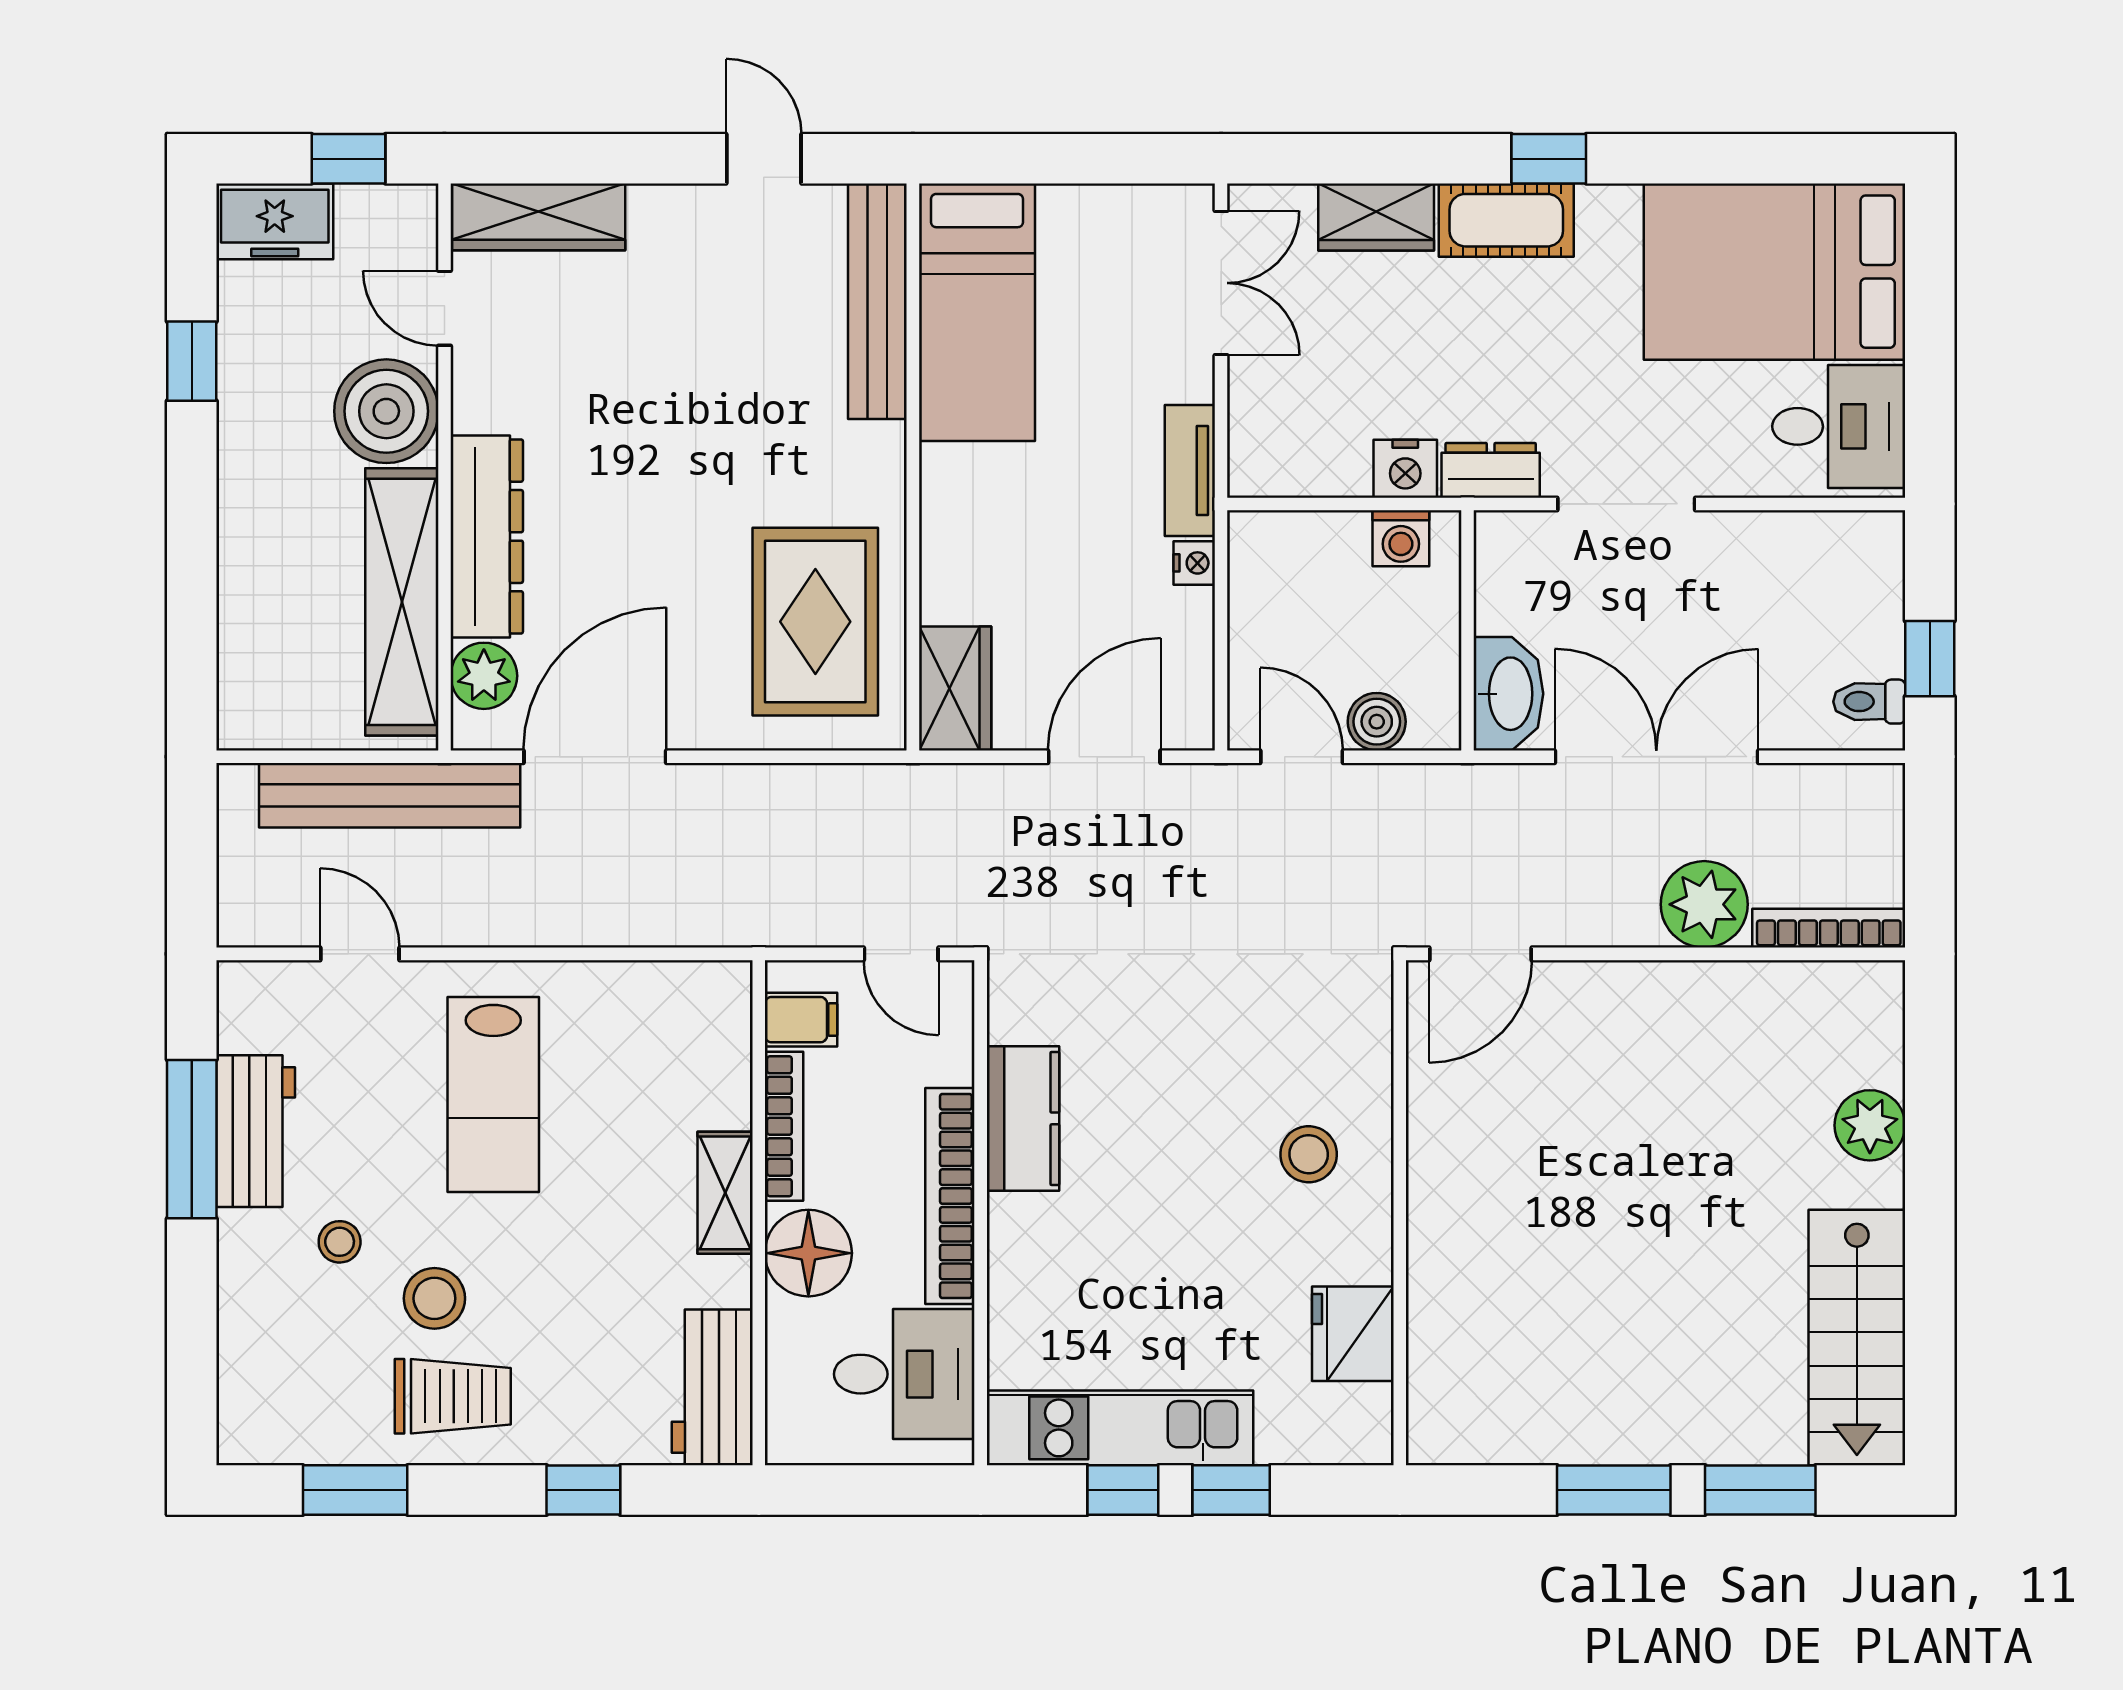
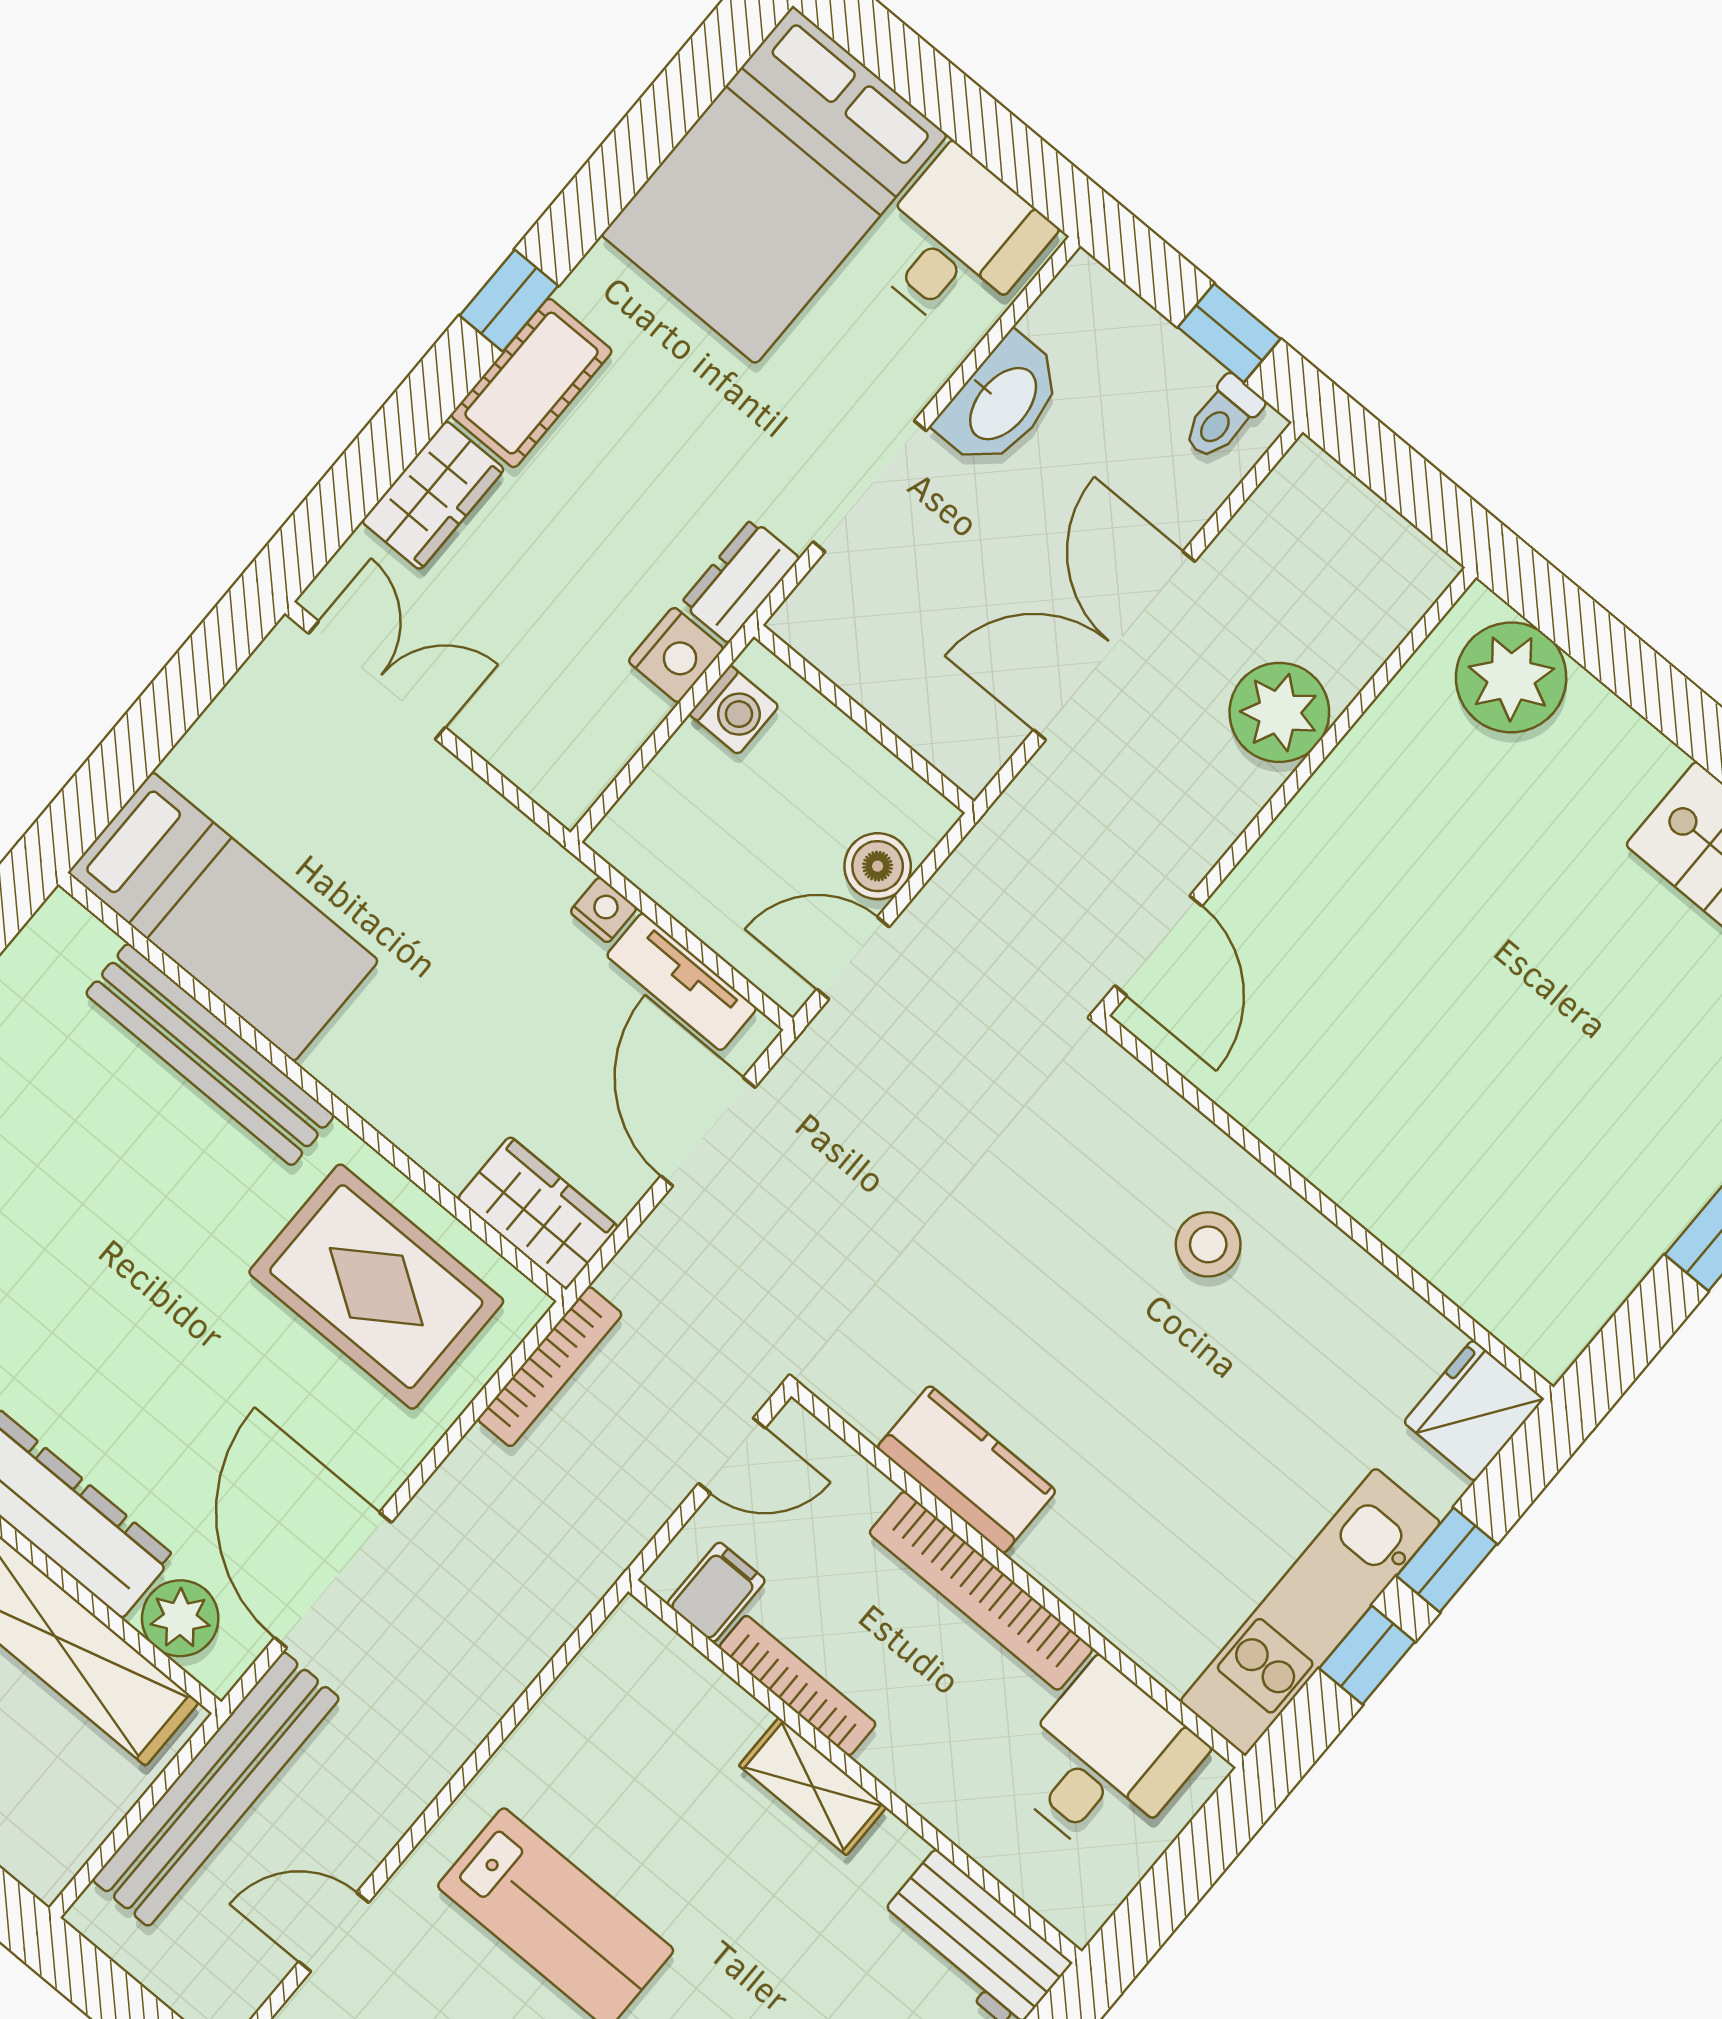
bench: (877, 301) -> (210, 1055), moved
tv unit: (1190, 471) -> (682, 982), moved
washbasin: (1508, 694) -> (1001, 402), moved, turned 90
bookcase: (1829, 928) -> (550, 1367), moved, turned 180
plant: (1870, 1125) -> (1511, 677), moved, width x1.36, depth x1.36
floor lamp: (808, 1253) -> (927, 1757), removed
fridge: (1353, 1334) -> (1474, 1411), moved, turned 90

